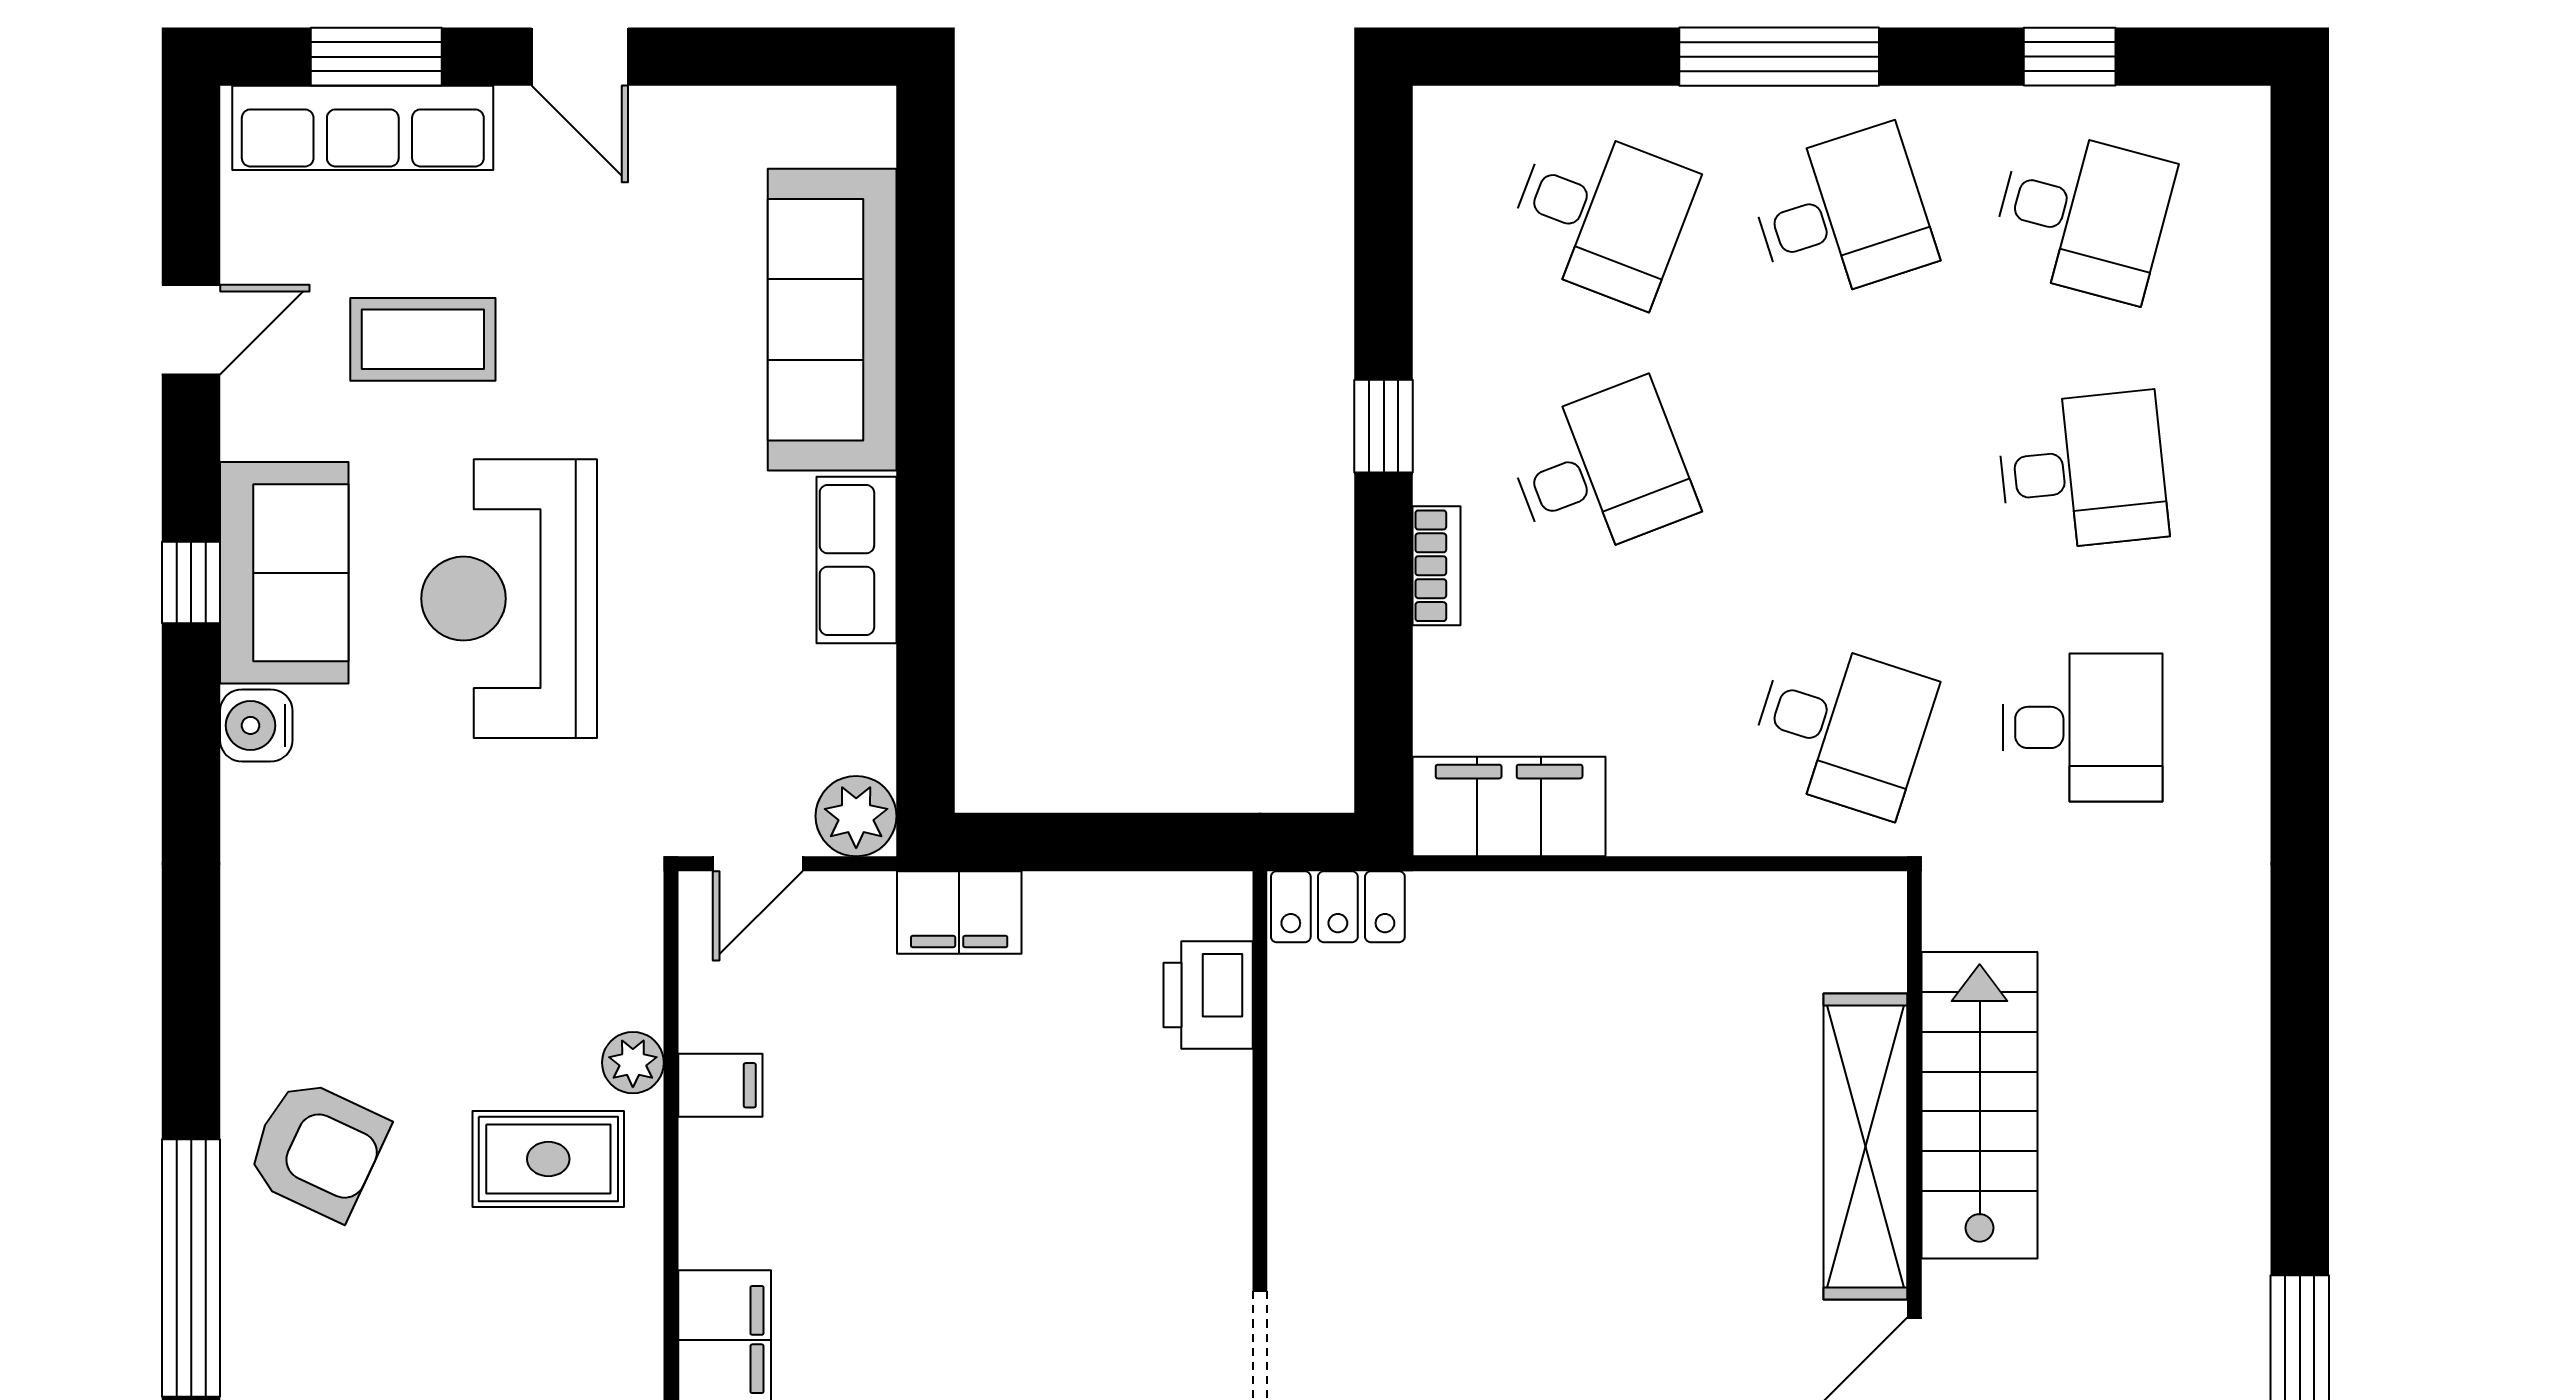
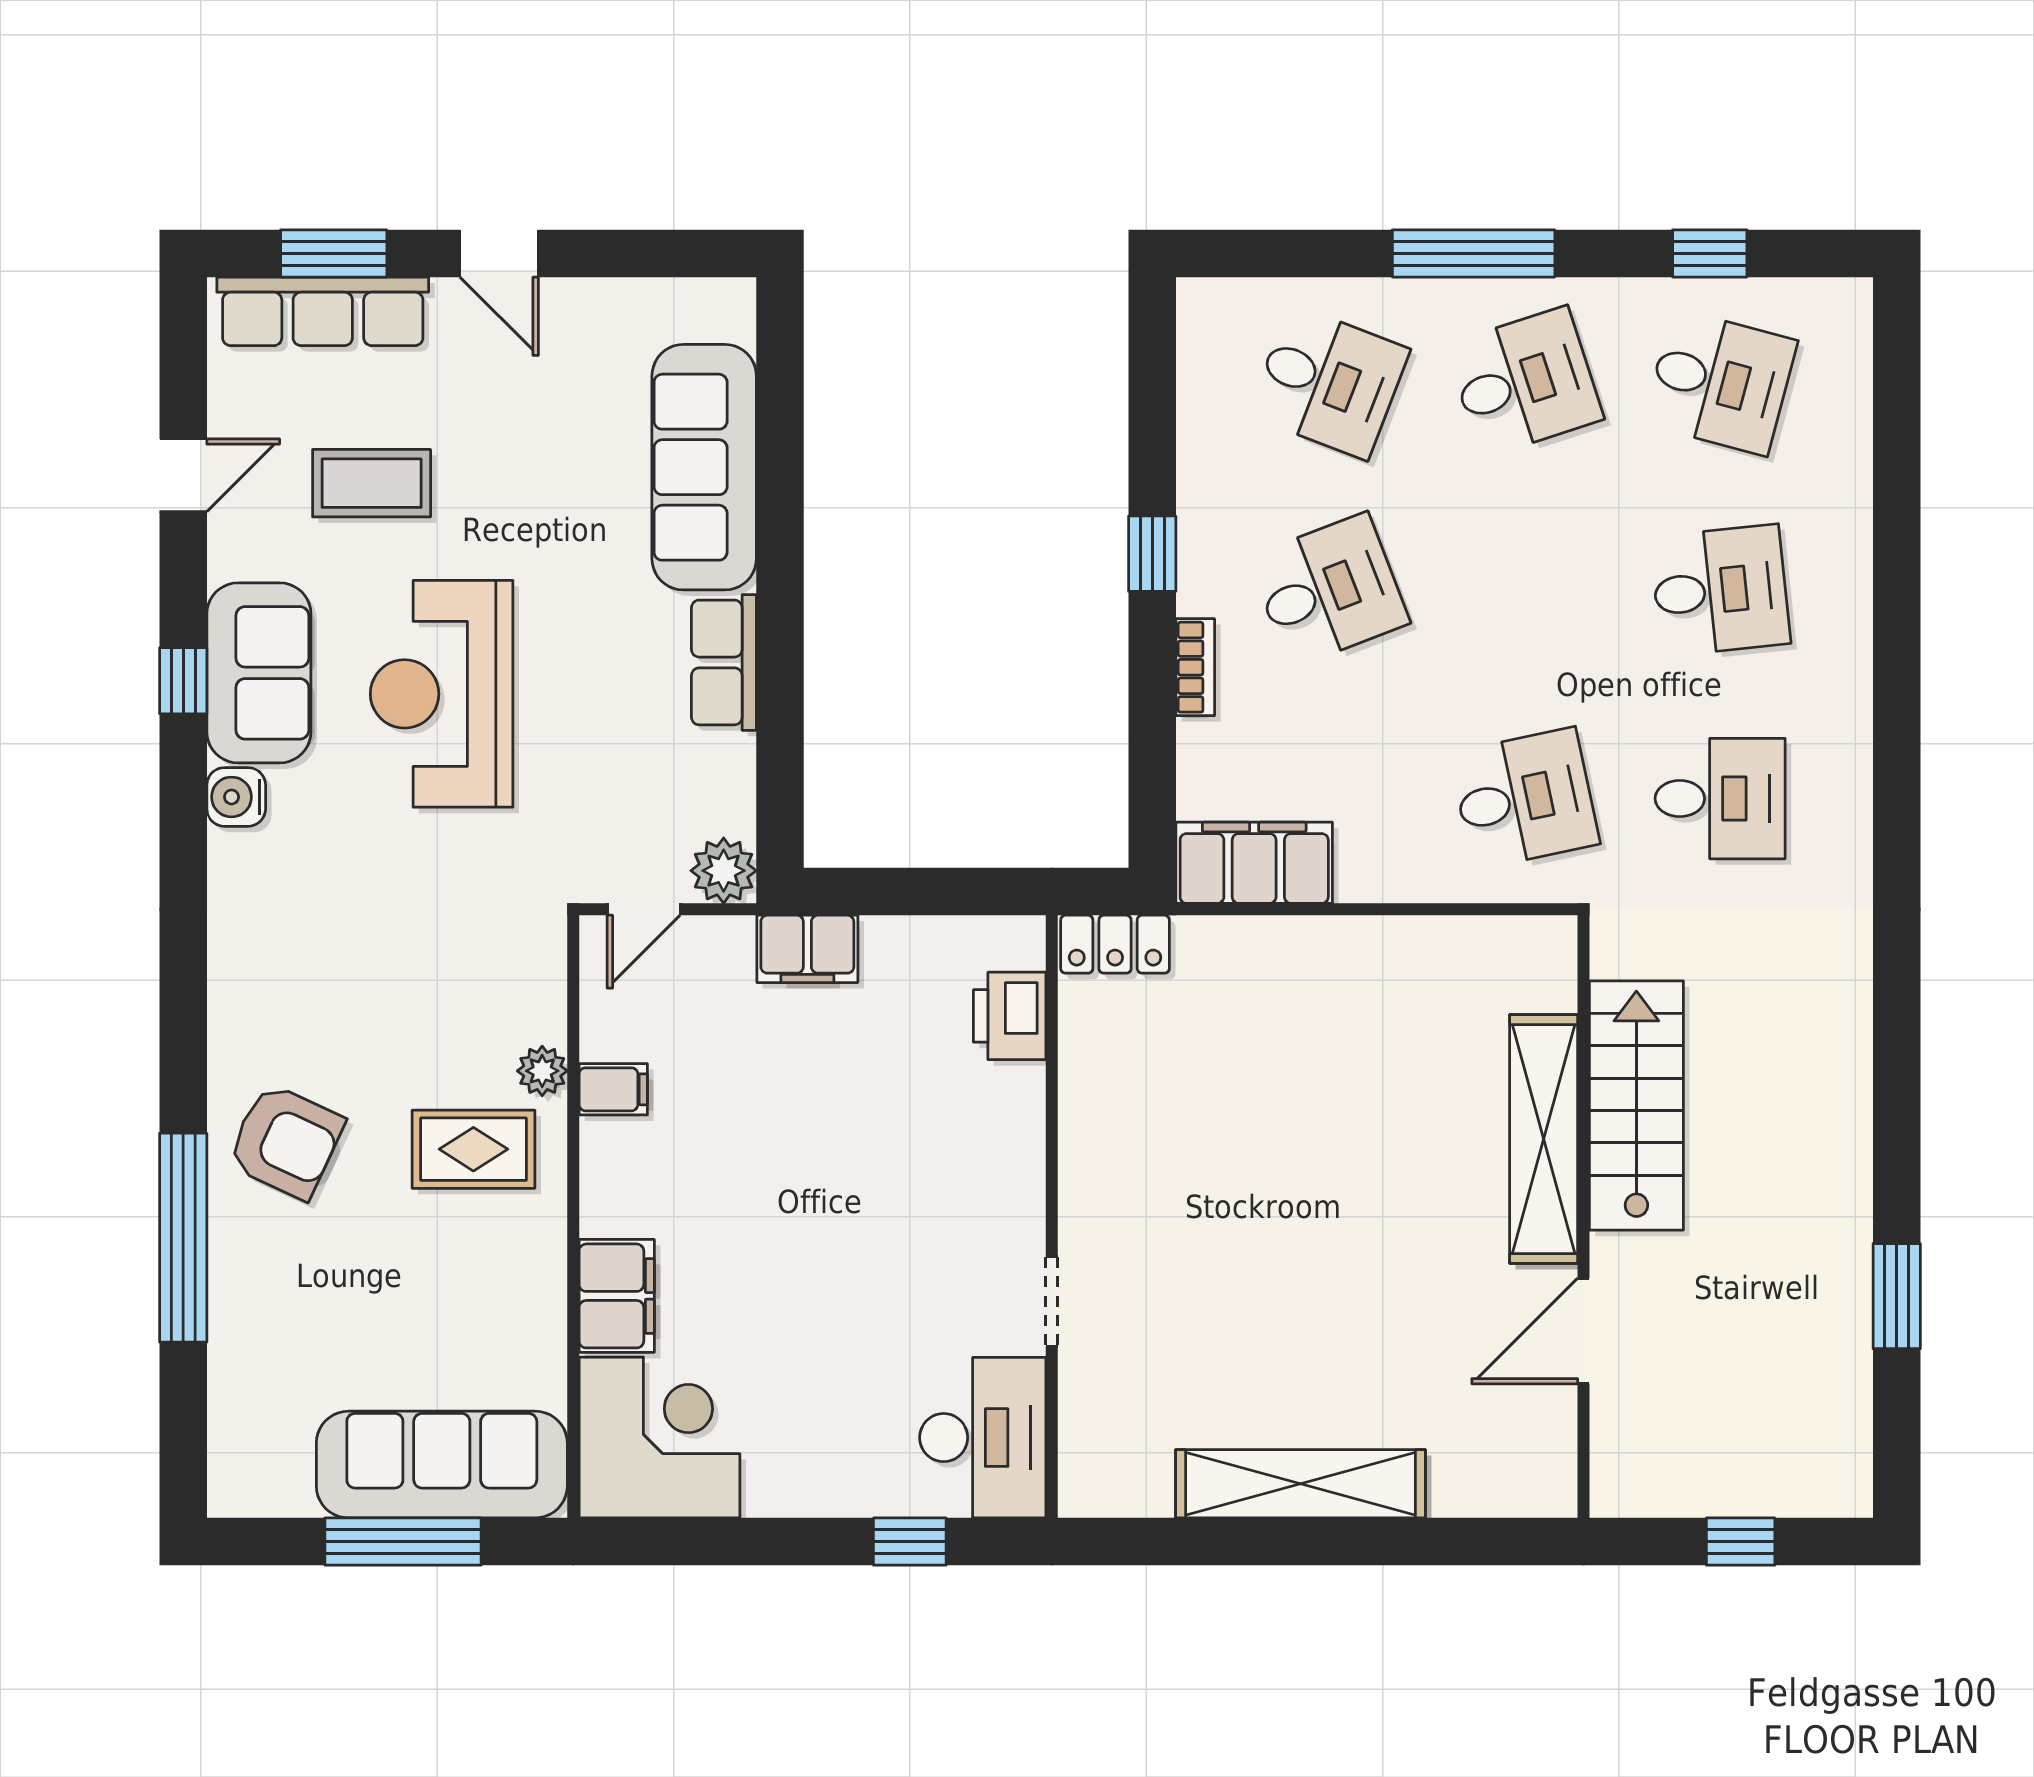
desk: (1842, 727) -> (1524, 799), turned -30

